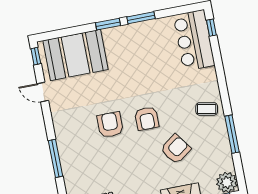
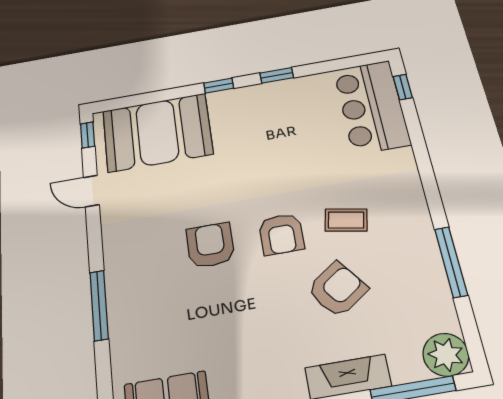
window: (141, 18) -> (277, 75), width x0.67
window: (108, 24) -> (219, 86), width x0.67
coffee table: (207, 109) -> (346, 220), moved

